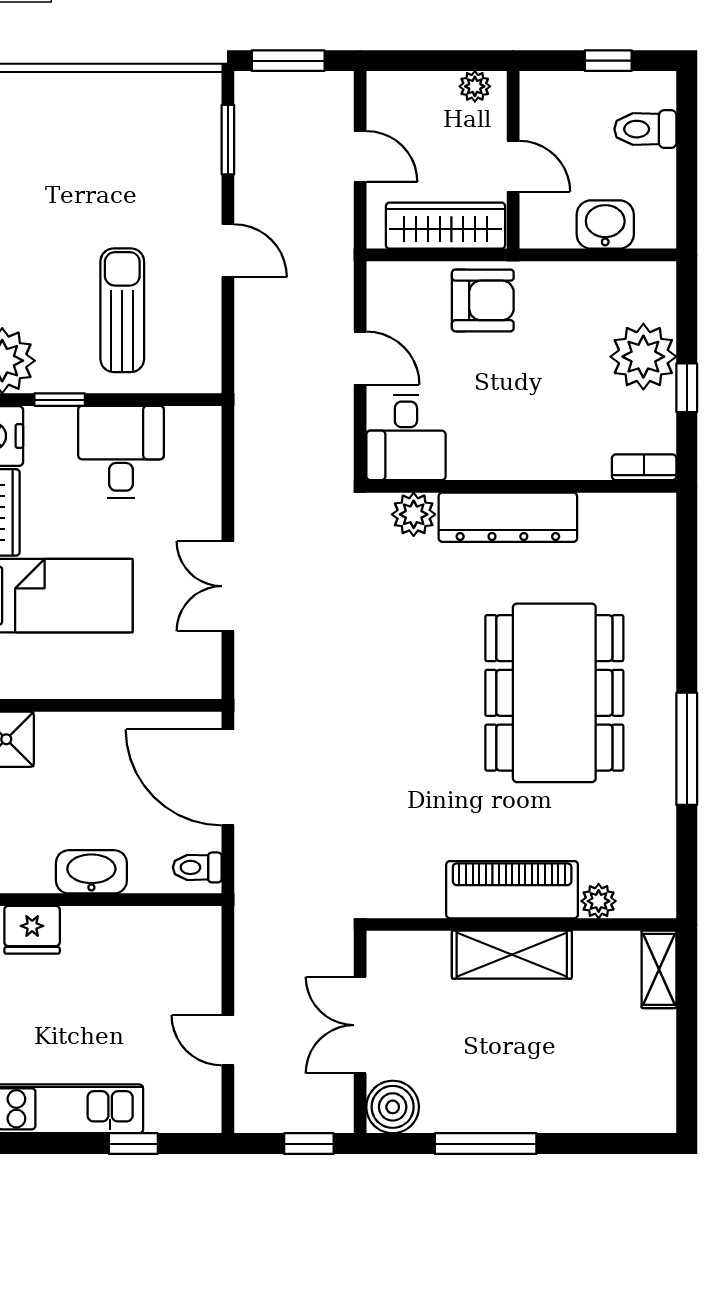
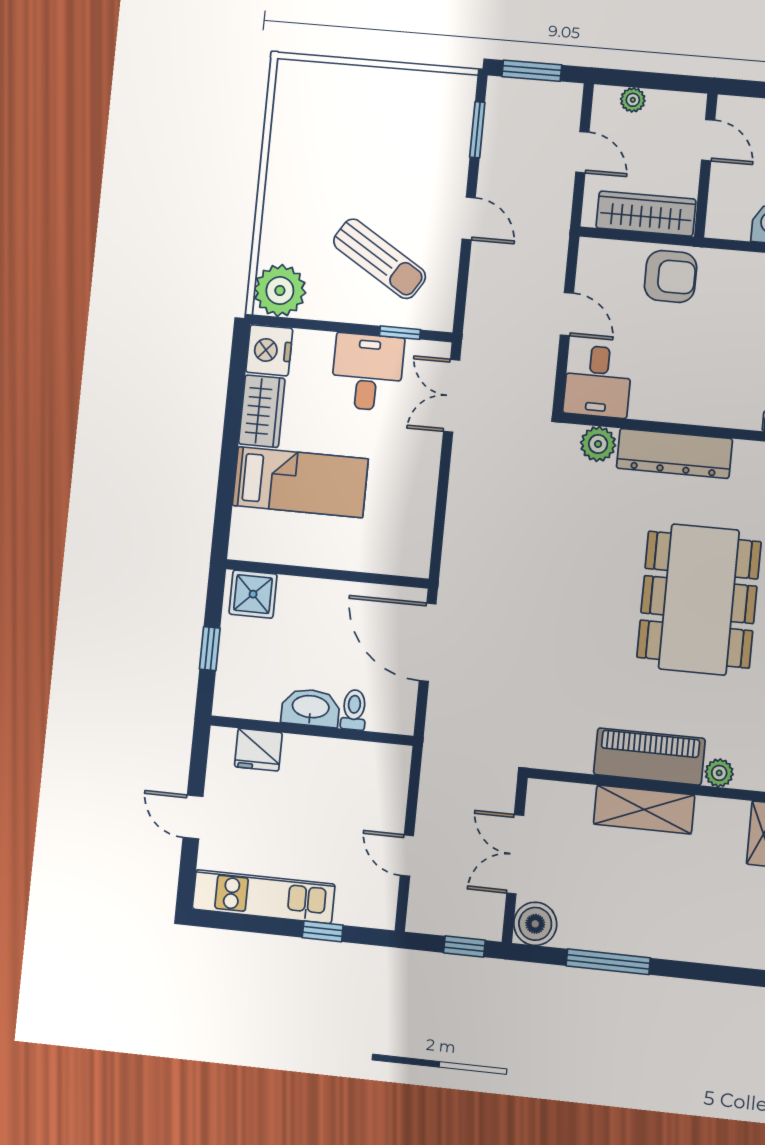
plant: (475, 86) -> (633, 100), moved
door: (513, 166) -> (708, 140), moved
sun lounger: (122, 310) -> (380, 259), turned 122
window: (60, 400) -> (400, 333), moved
double door: (228, 586) -> (452, 396), moved
toilet: (197, 867) -> (354, 710), moved, turned 90

